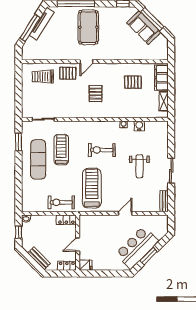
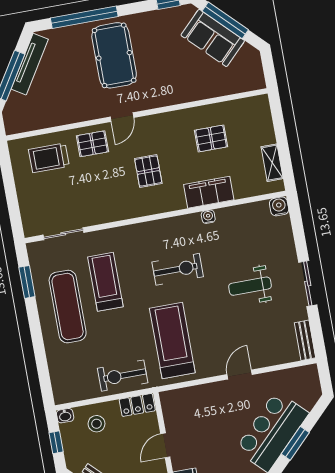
filing cabinet: (161, 78) -> (209, 192), moved, turned 90
water cooler: (139, 126) -> (279, 206), moved
exercise bike: (102, 150) -> (178, 269), turned 180
weight bench: (139, 166) -> (250, 286), turned 90
stool: (42, 226) -> (97, 424), added

